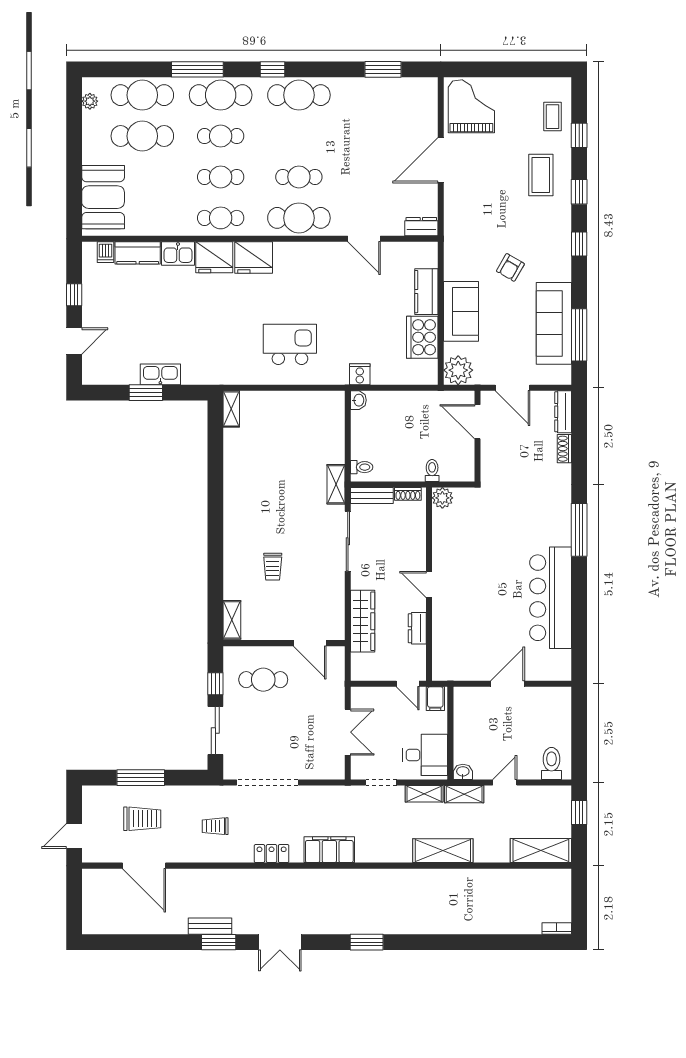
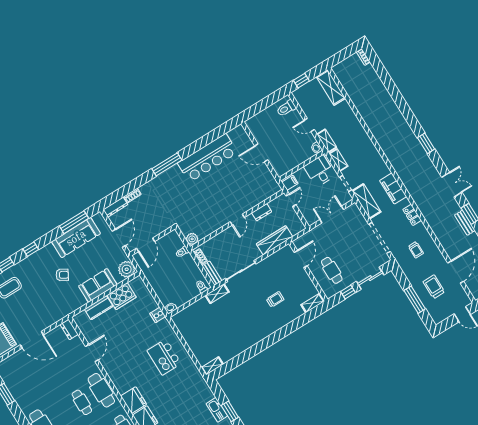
shelving: (443, 851) -> (367, 201), moved

